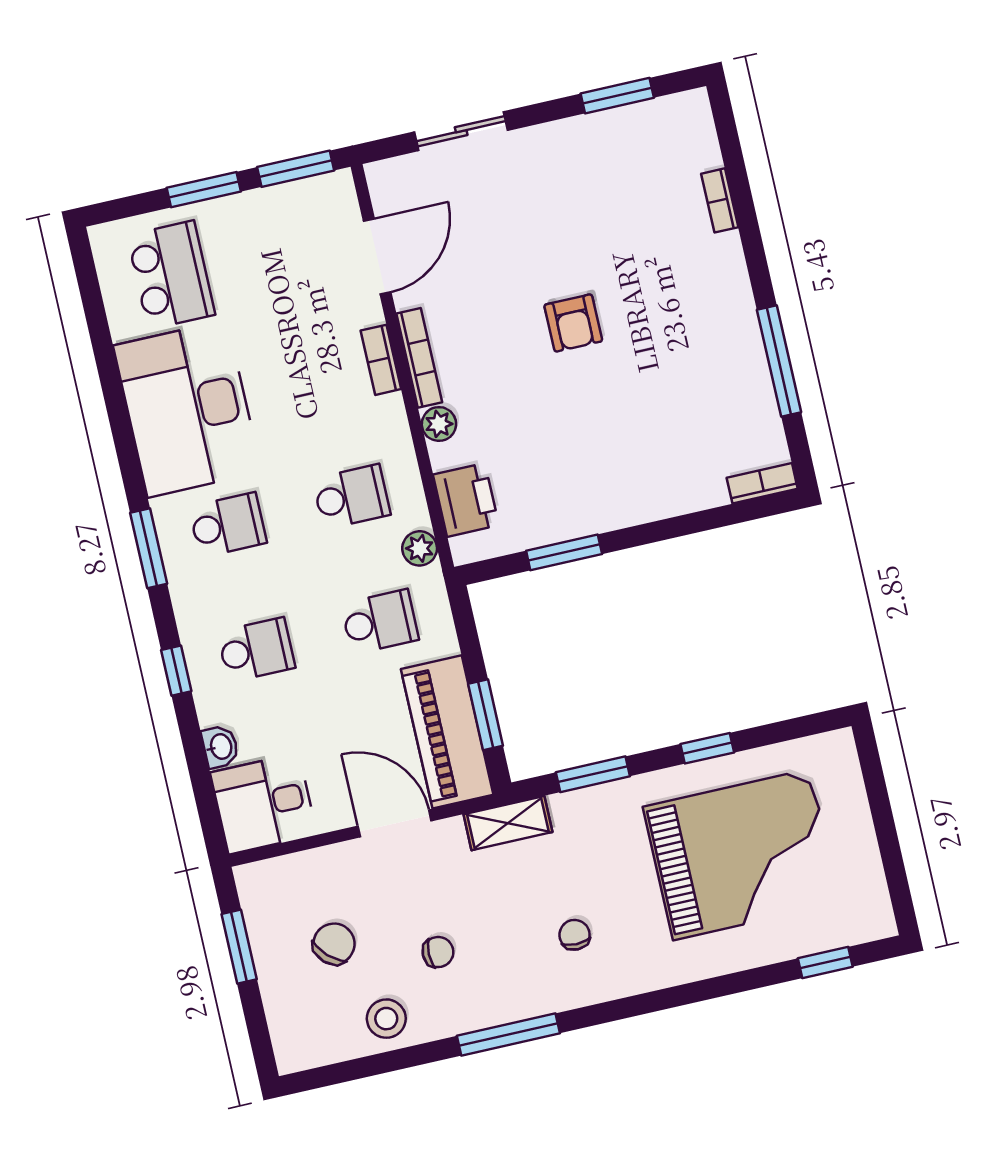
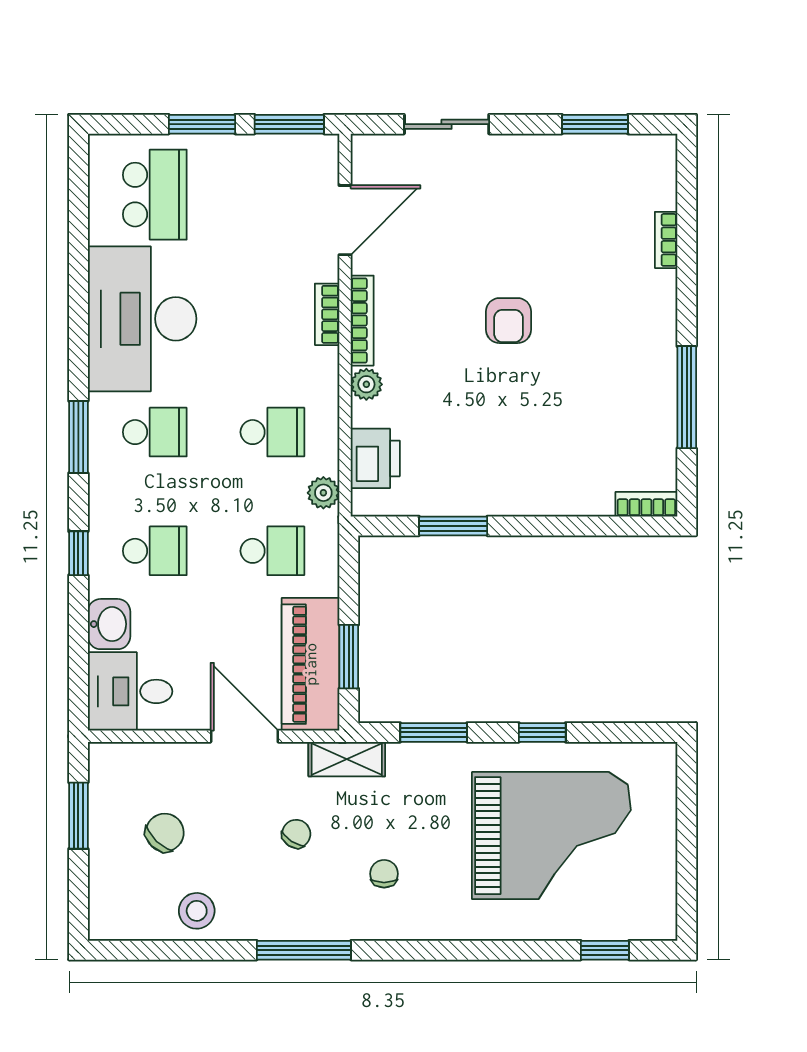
washbasin: (220, 747) -> (109, 624), width x1.38, depth x1.45
chair: (438, 952) -> (296, 834), moved, turned -57

